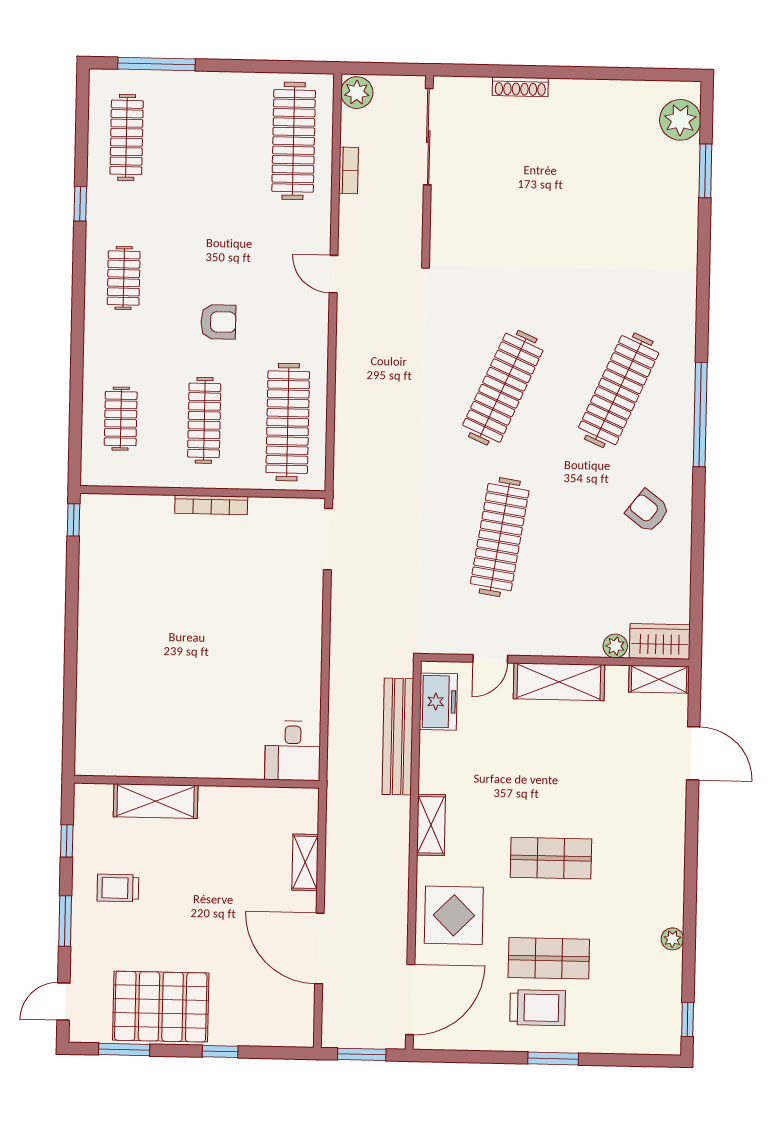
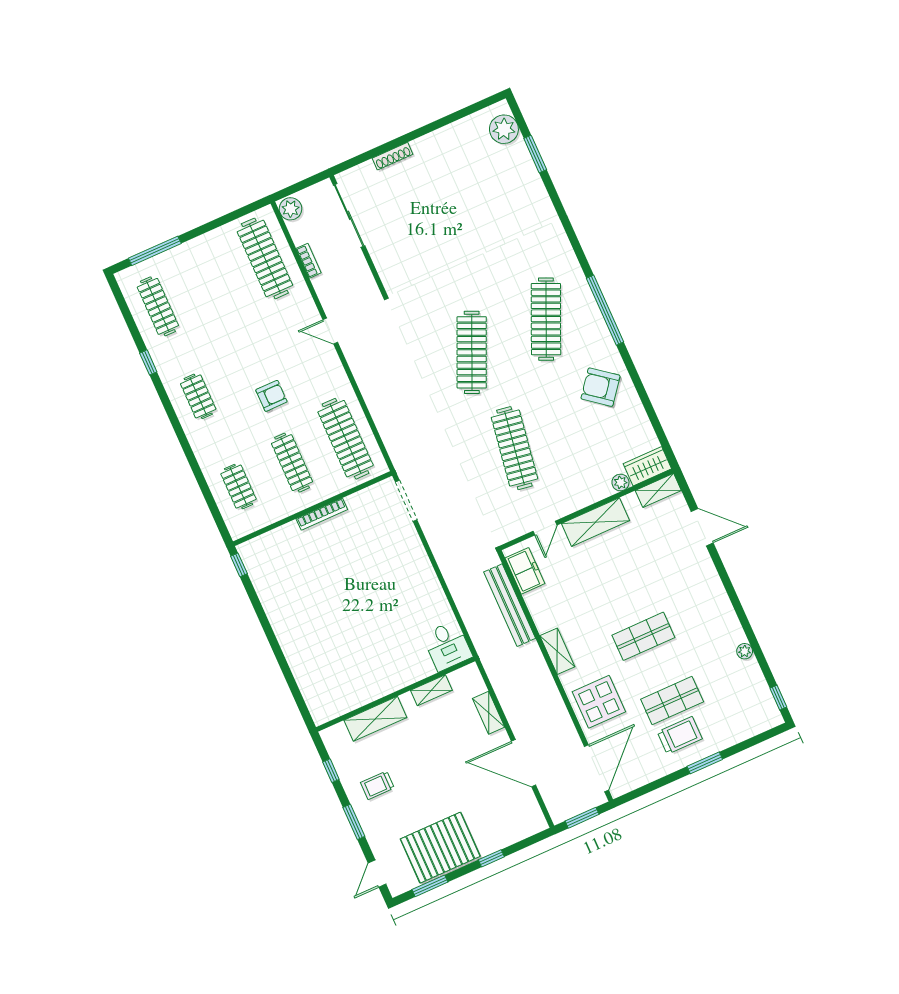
armchair: (648, 511) -> (601, 387), width x1.38, depth x1.38
shelving: (245, 799) -> (431, 690), added

